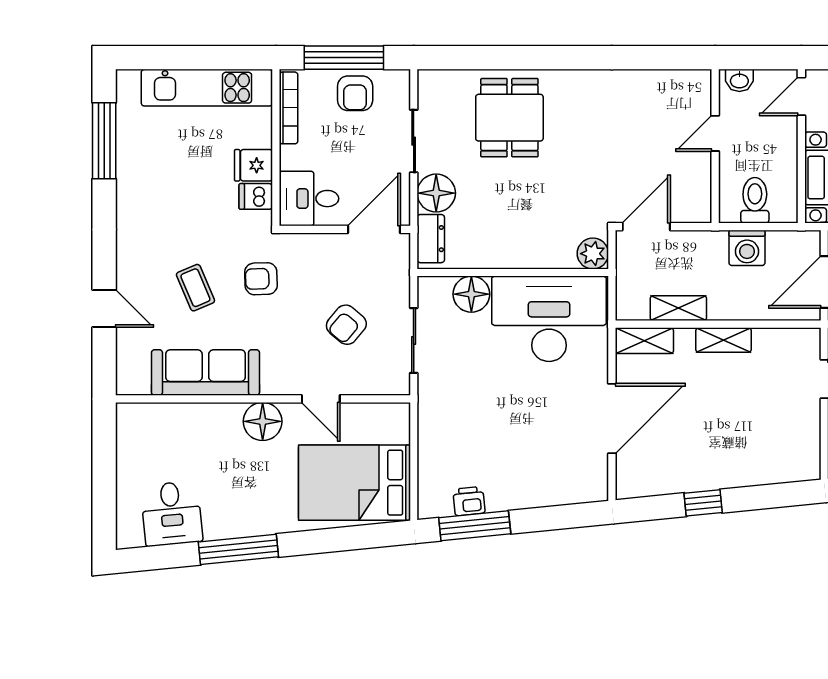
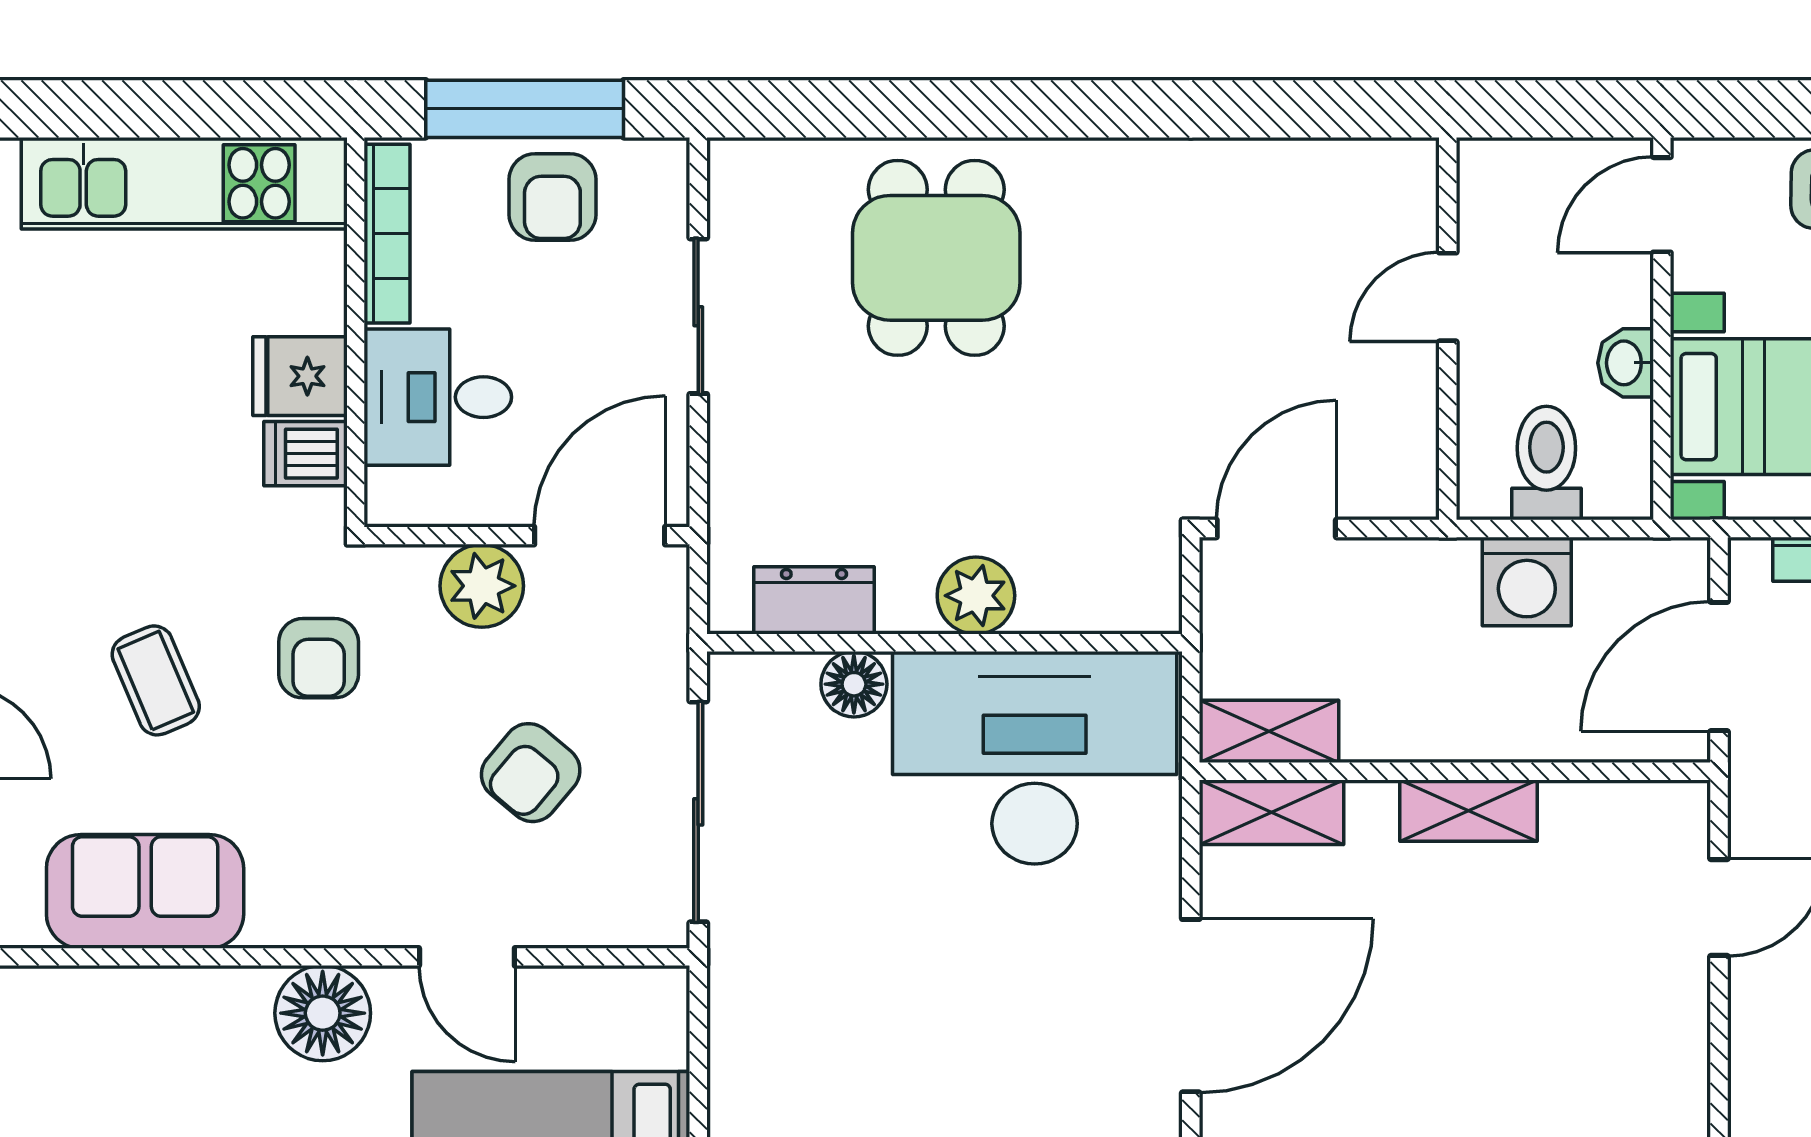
washbasin: (739, 80) -> (1626, 363), moved, turned 90
floor lamp: (436, 193) -> (754, 445), removed
desk: (309, 199) -> (438, 397), moved
dresser: (431, 239) -> (814, 600), moved, turned -90
plant: (327, 250) -> (482, 586), added
plant: (593, 254) -> (976, 596), moved
armchair: (261, 279) -> (319, 658), turned -88
floor lamp: (471, 294) -> (854, 684), width x0.73, depth x0.73
shelving: (678, 308) -> (1269, 731), moved
sliding door: (414, 341) -> (698, 812), width x1.37
sofa: (205, 372) -> (145, 891), width x0.73

